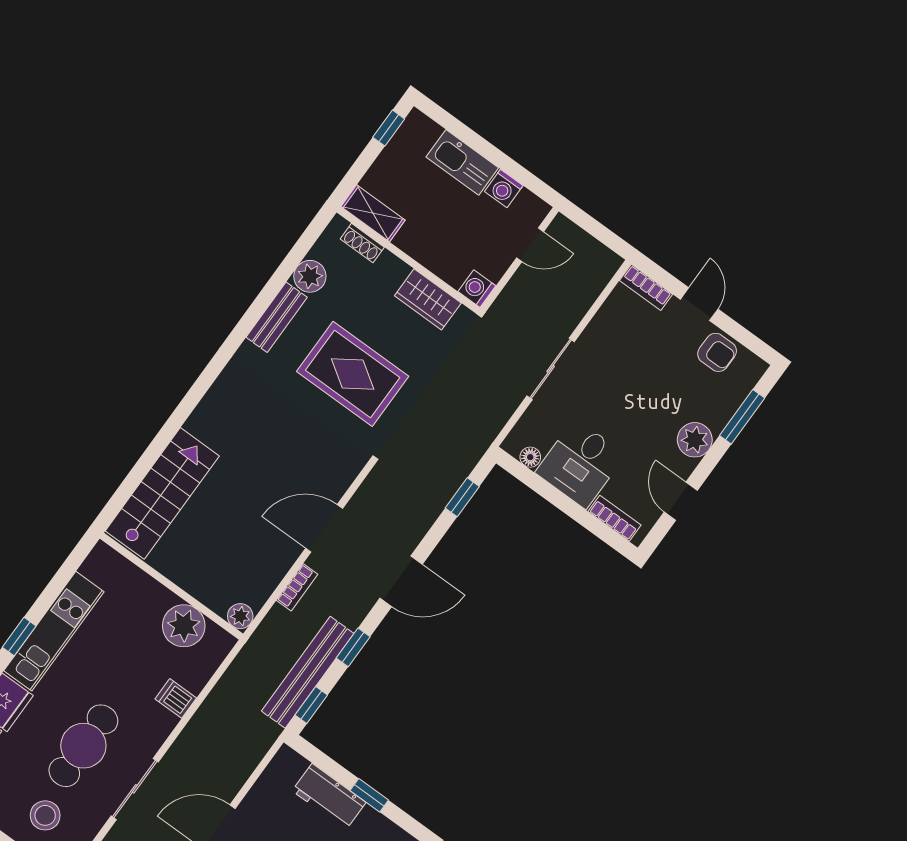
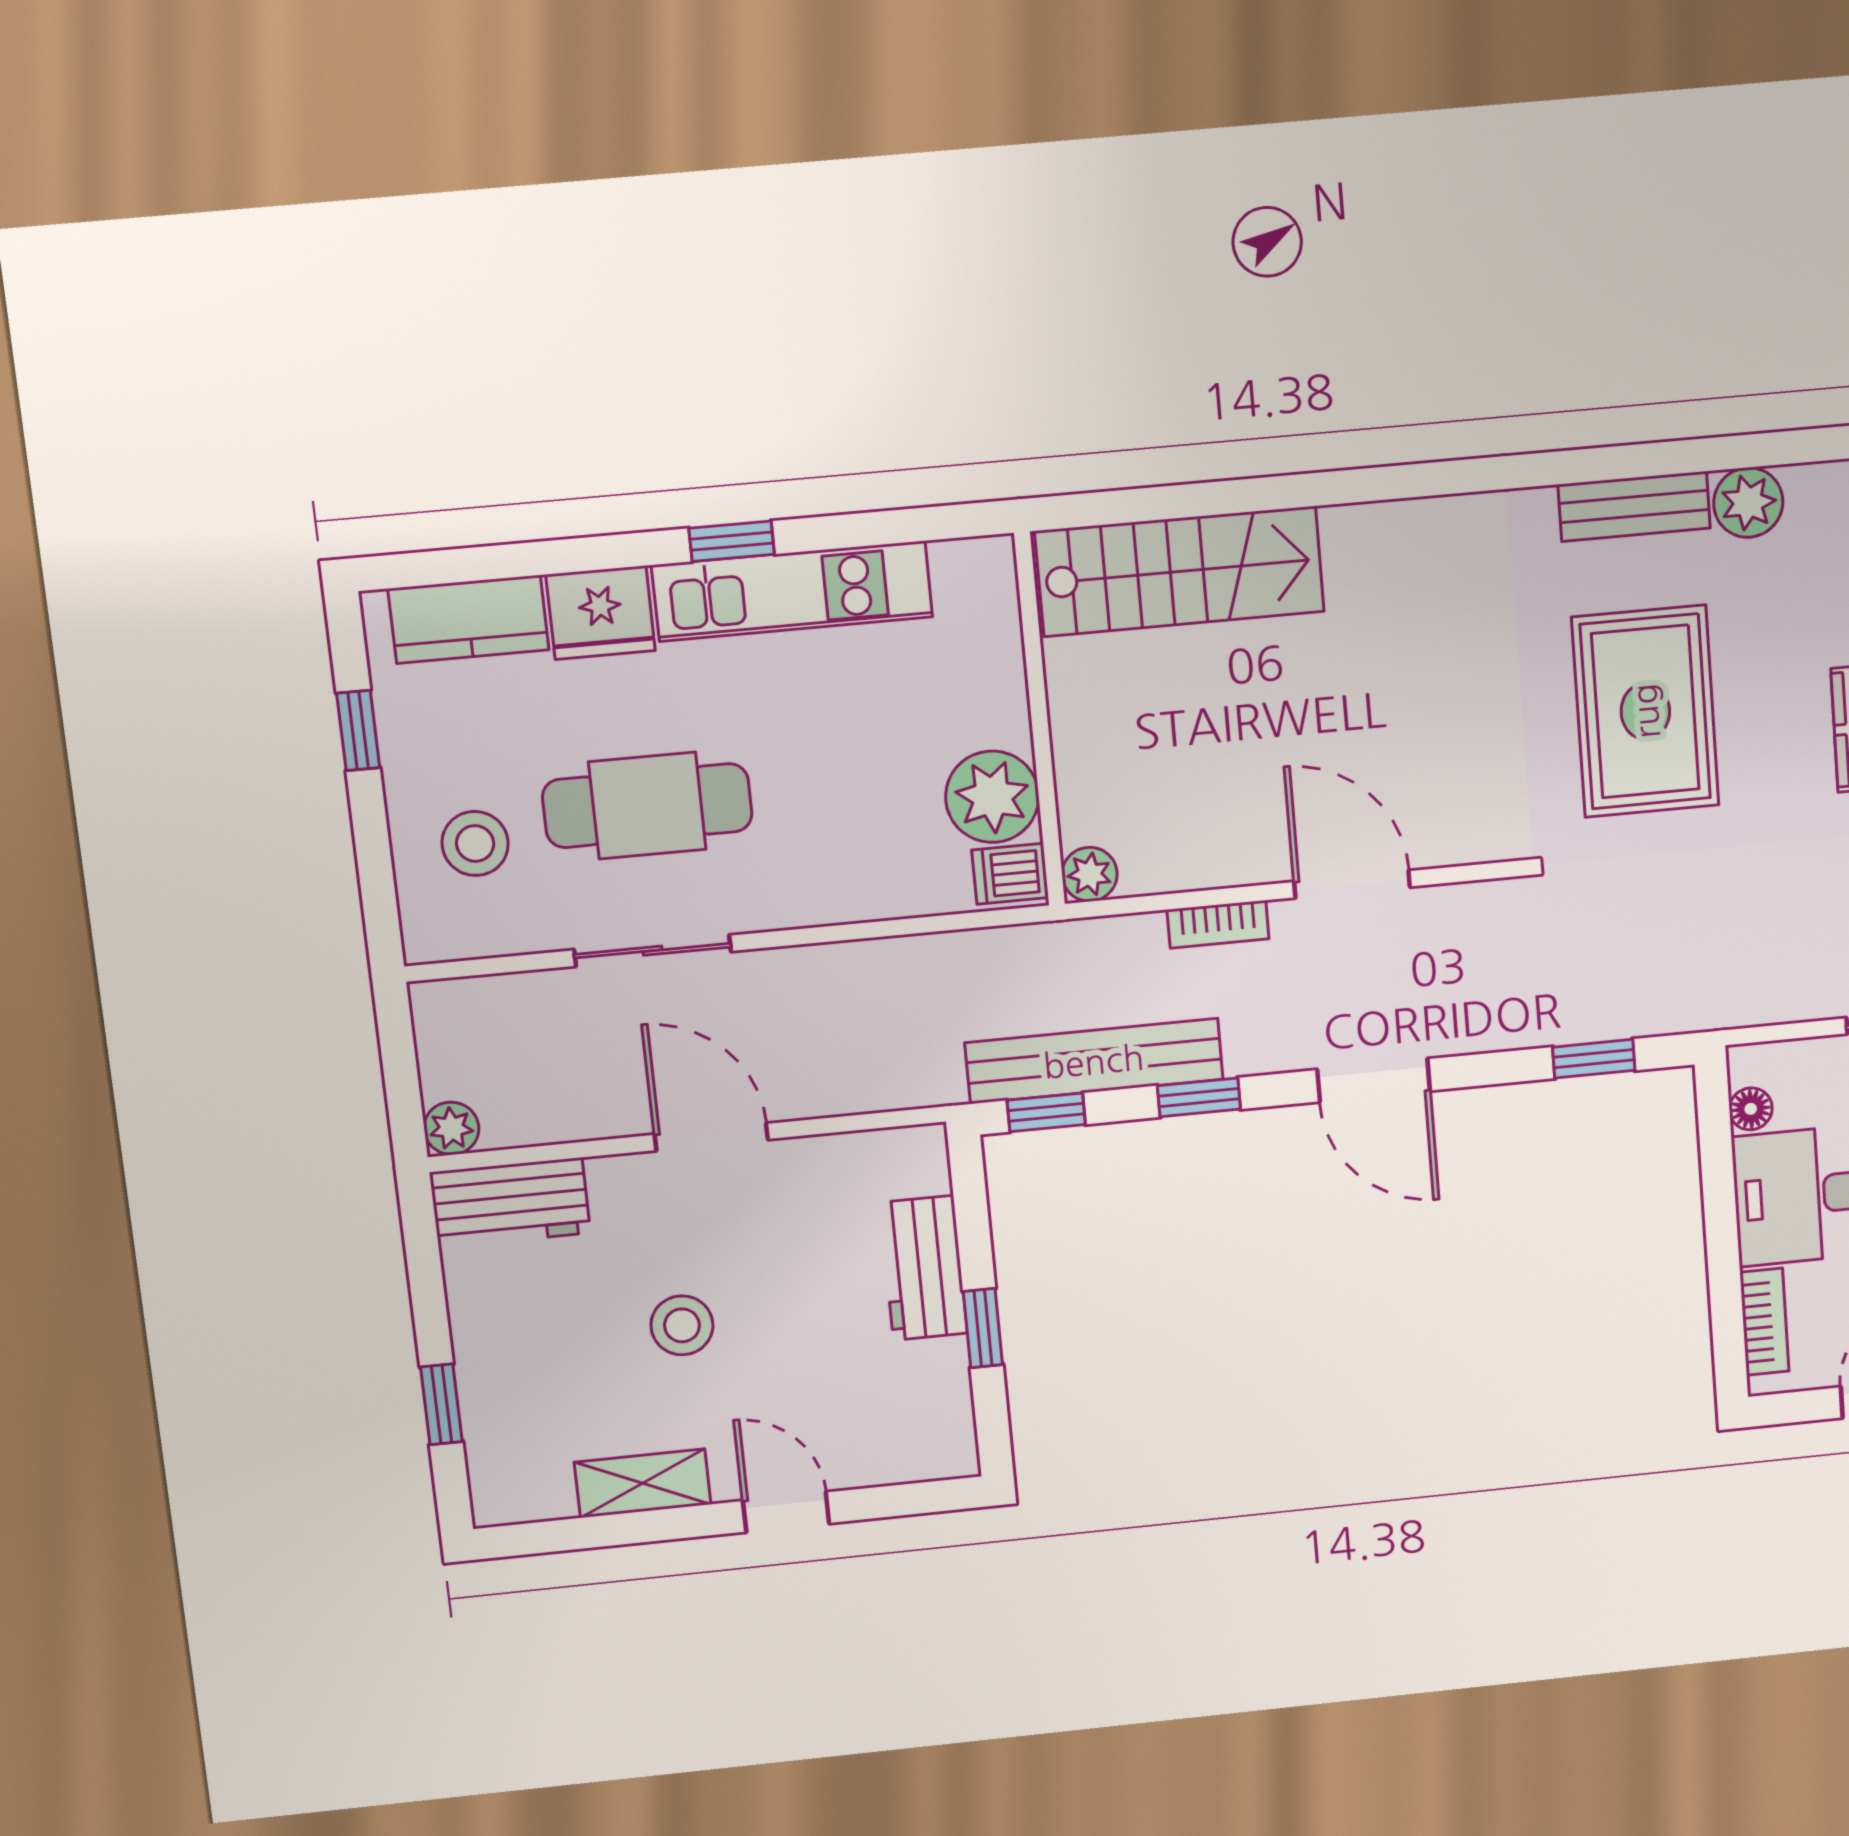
dishwasher: (176, 698) -> (1010, 874), moved, turned -90

